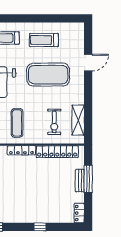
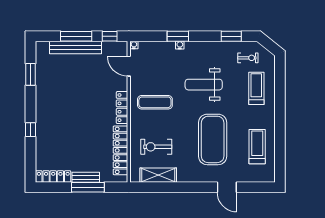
treadmill: (44, 40) -> (257, 147), moved
locker: (79, 213) -> (53, 177), width x1.53

